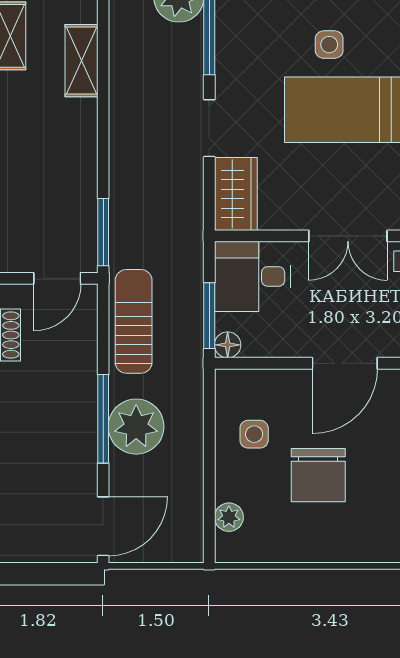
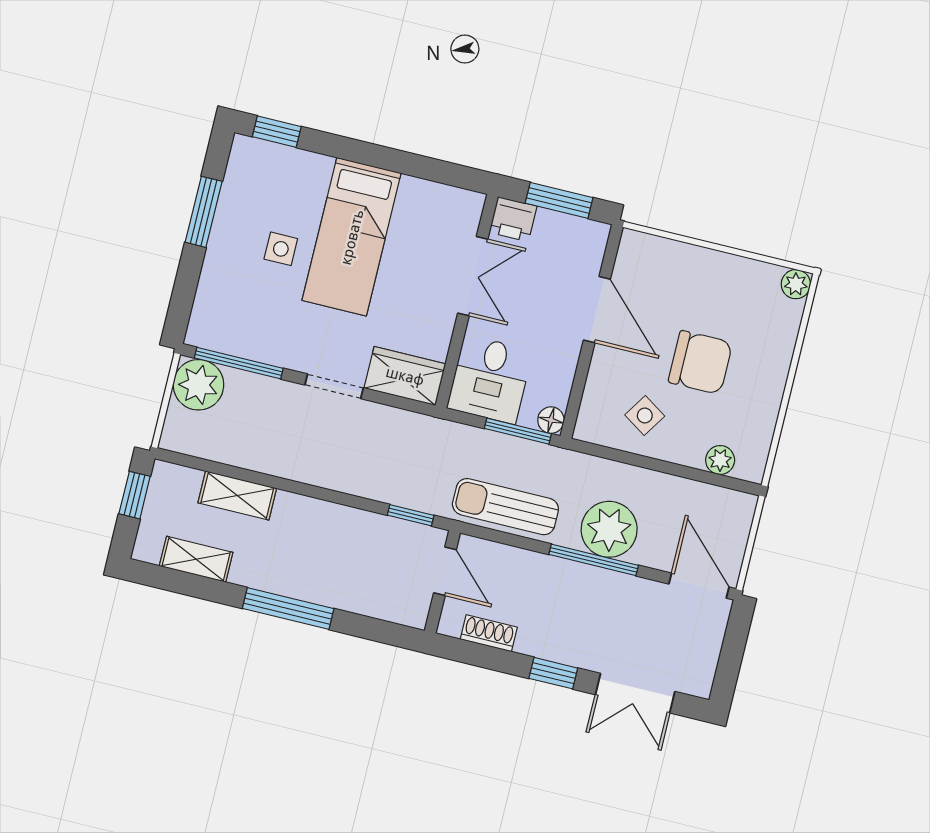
window: (103, 232) -> (411, 515), width x0.67
side table: (254, 434) -> (645, 415), turned 33

